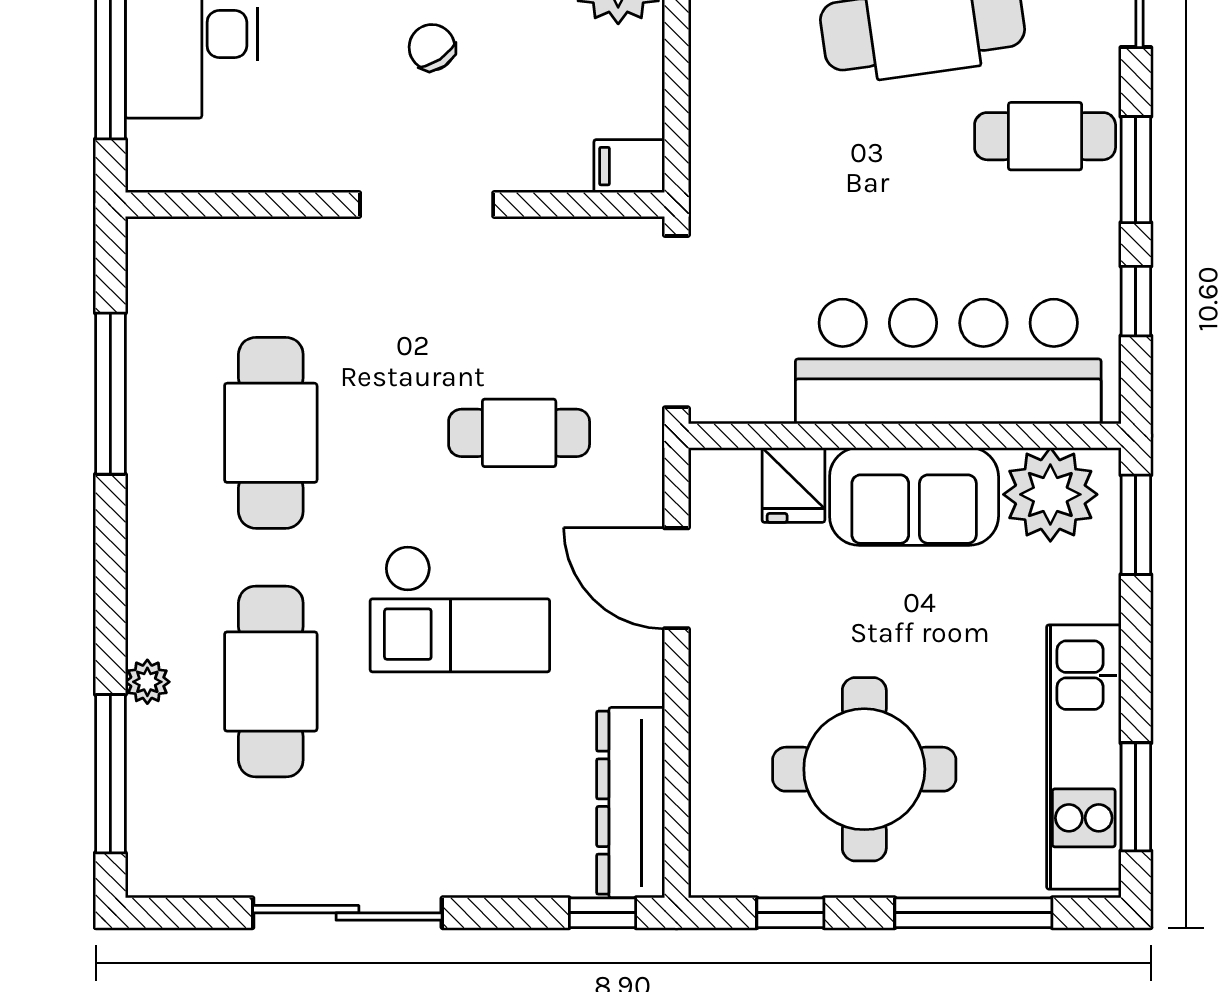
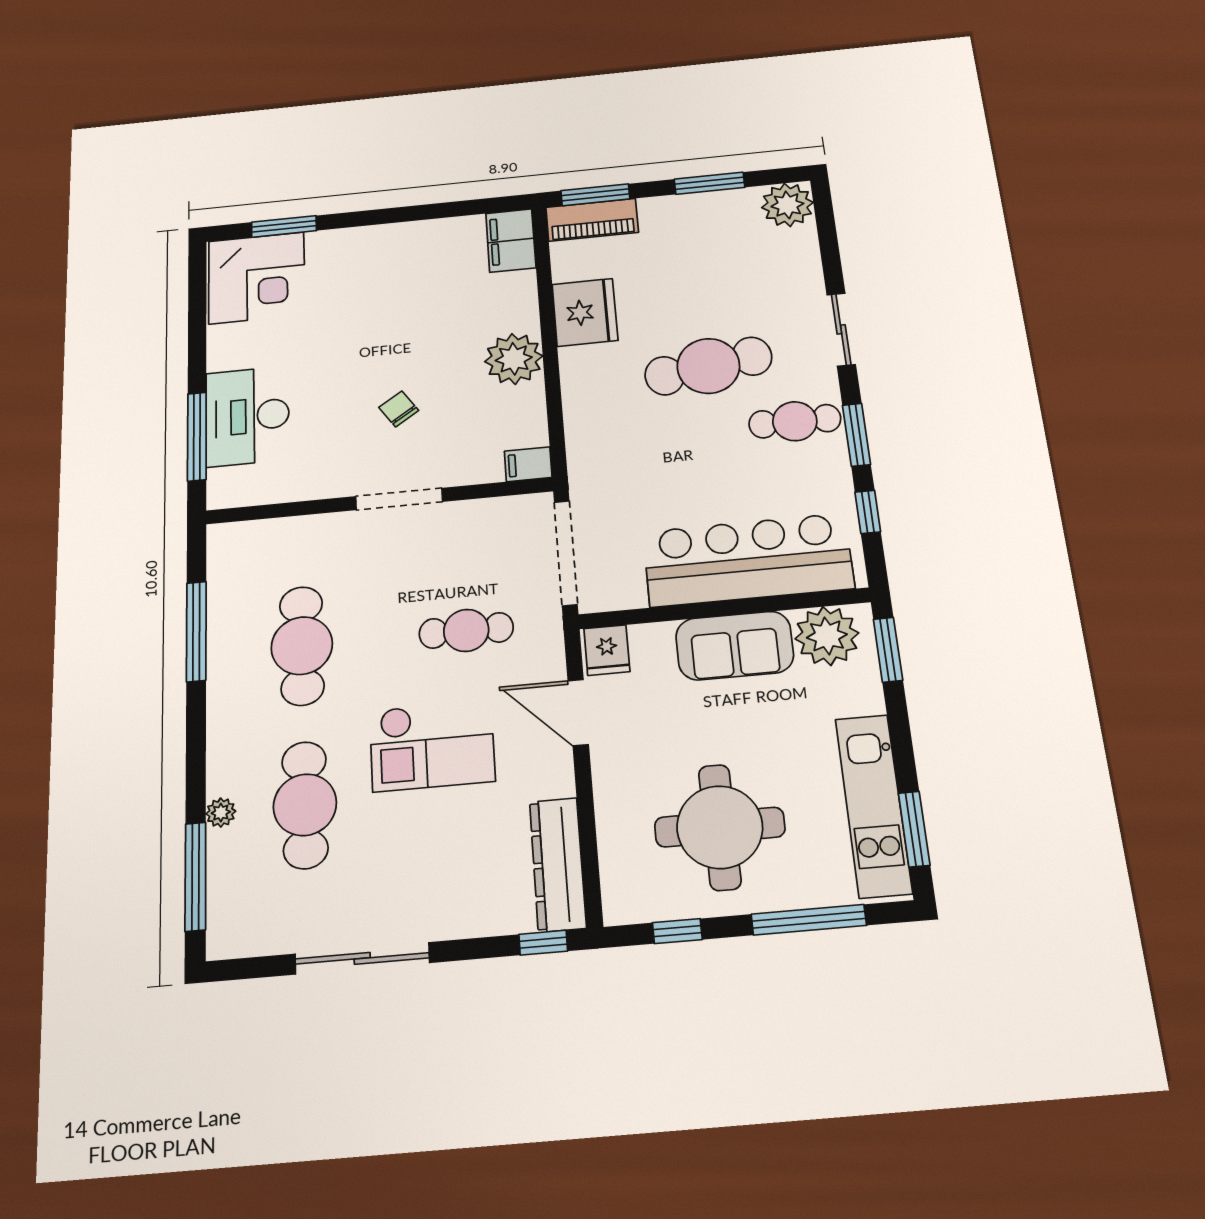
fridge: (793, 485) -> (607, 650), moved

